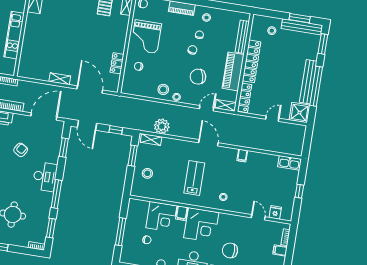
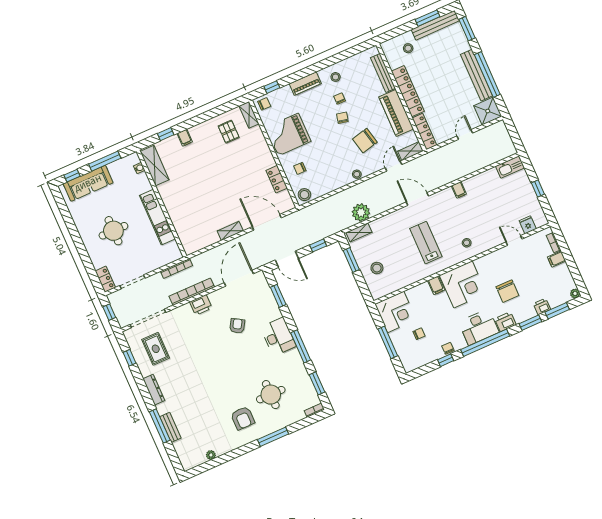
grand piano: (146, 37) -> (288, 134), turned 90
stool: (163, 89) -> (304, 195), moved
corner desk: (161, 217) -> (396, 312), moved
chair: (230, 250) -> (507, 291), turned -90

